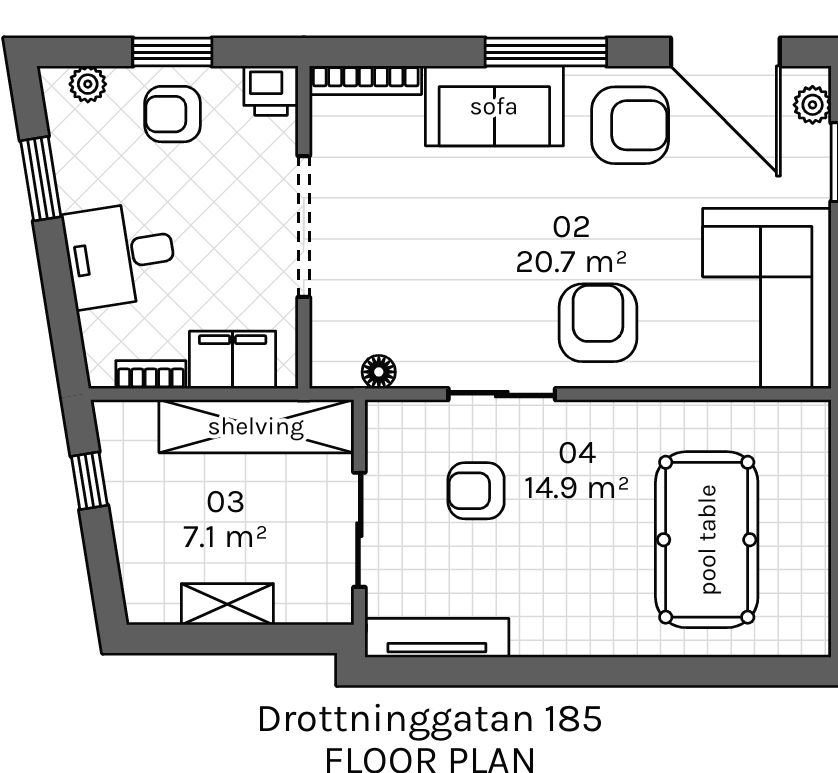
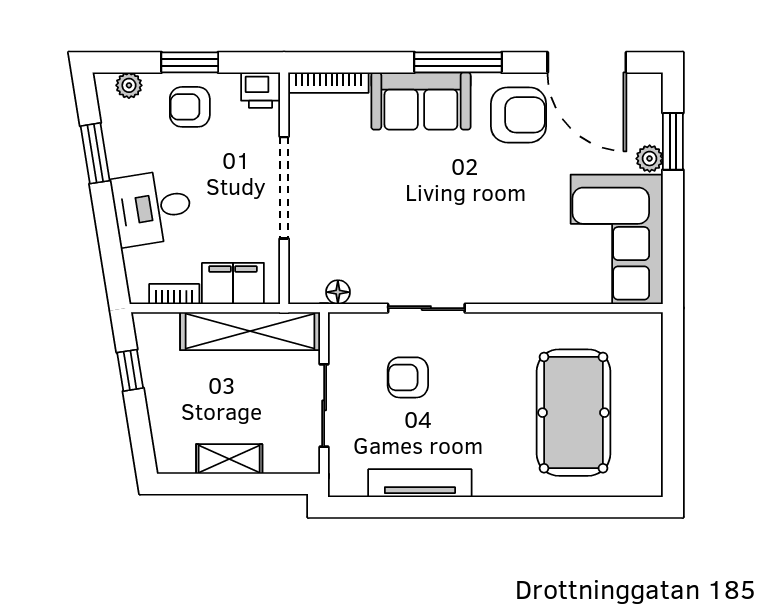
plant: (813, 105) -> (650, 159), moved
armchair: (598, 323) -> (495, 257), removed
tv unit: (437, 638) -> (420, 483), moved

